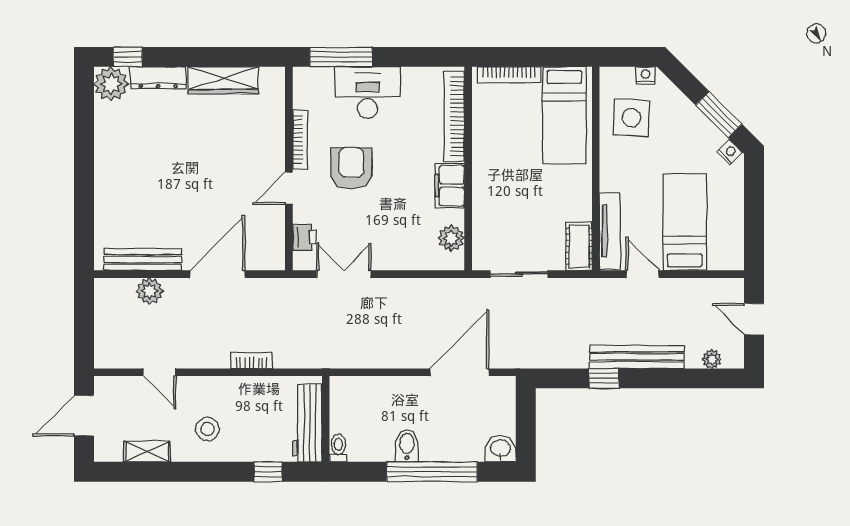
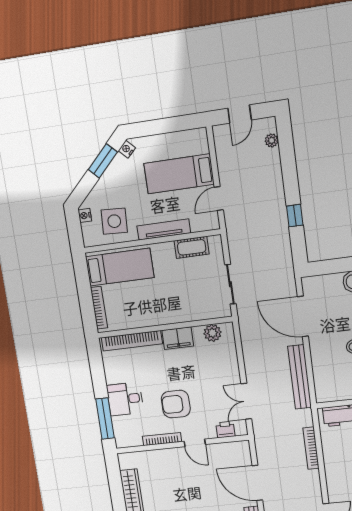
desk: (368, 93) -> (125, 399), width x0.73
tv unit: (610, 231) -> (164, 229), moved
cot: (579, 246) -> (192, 247), moved
bench: (637, 357) -> (300, 377), moved
bookcase: (251, 360) -> (311, 448), width x1.56

